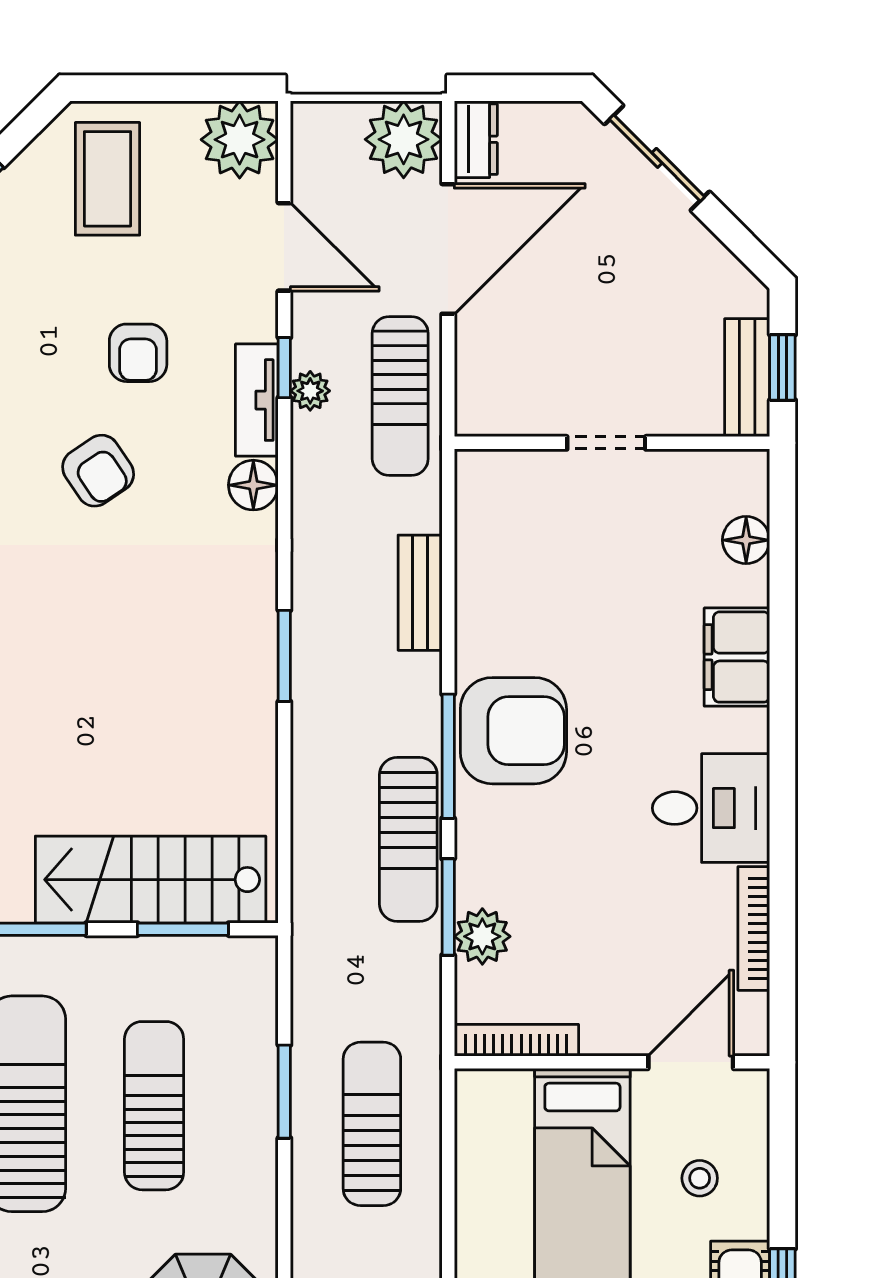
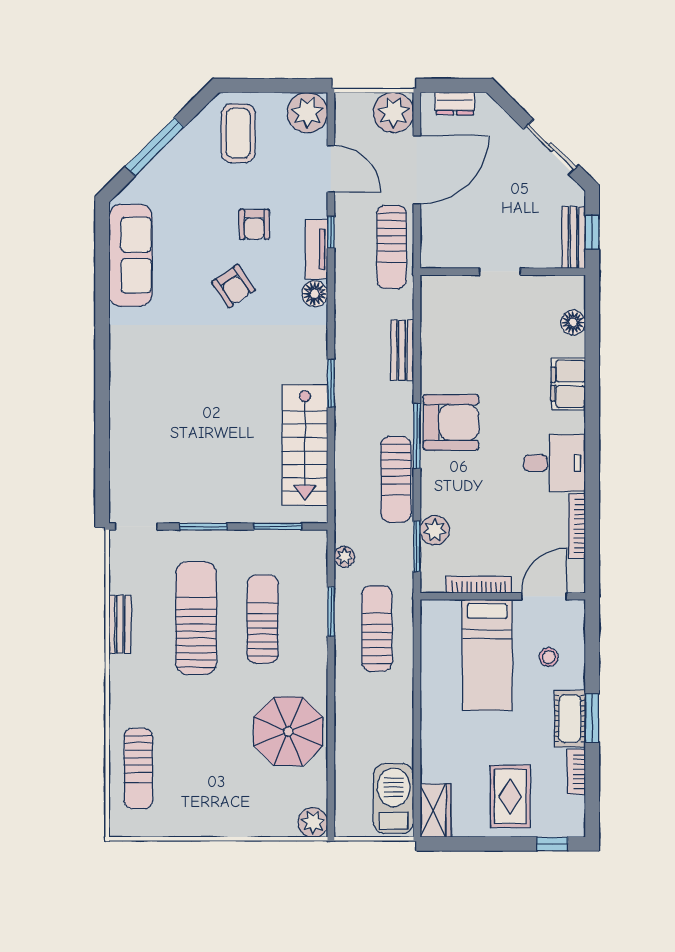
dresser: (476, 139) -> (455, 104), moved, turned 90
sliding door: (657, 158) -> (551, 147), moved
plant: (310, 391) -> (344, 557), moved
stairs: (151, 880) -> (305, 444), moved, turned -90
window: (448, 907) -> (417, 546), moved
bookcase: (516, 1040) -> (479, 585), moved

